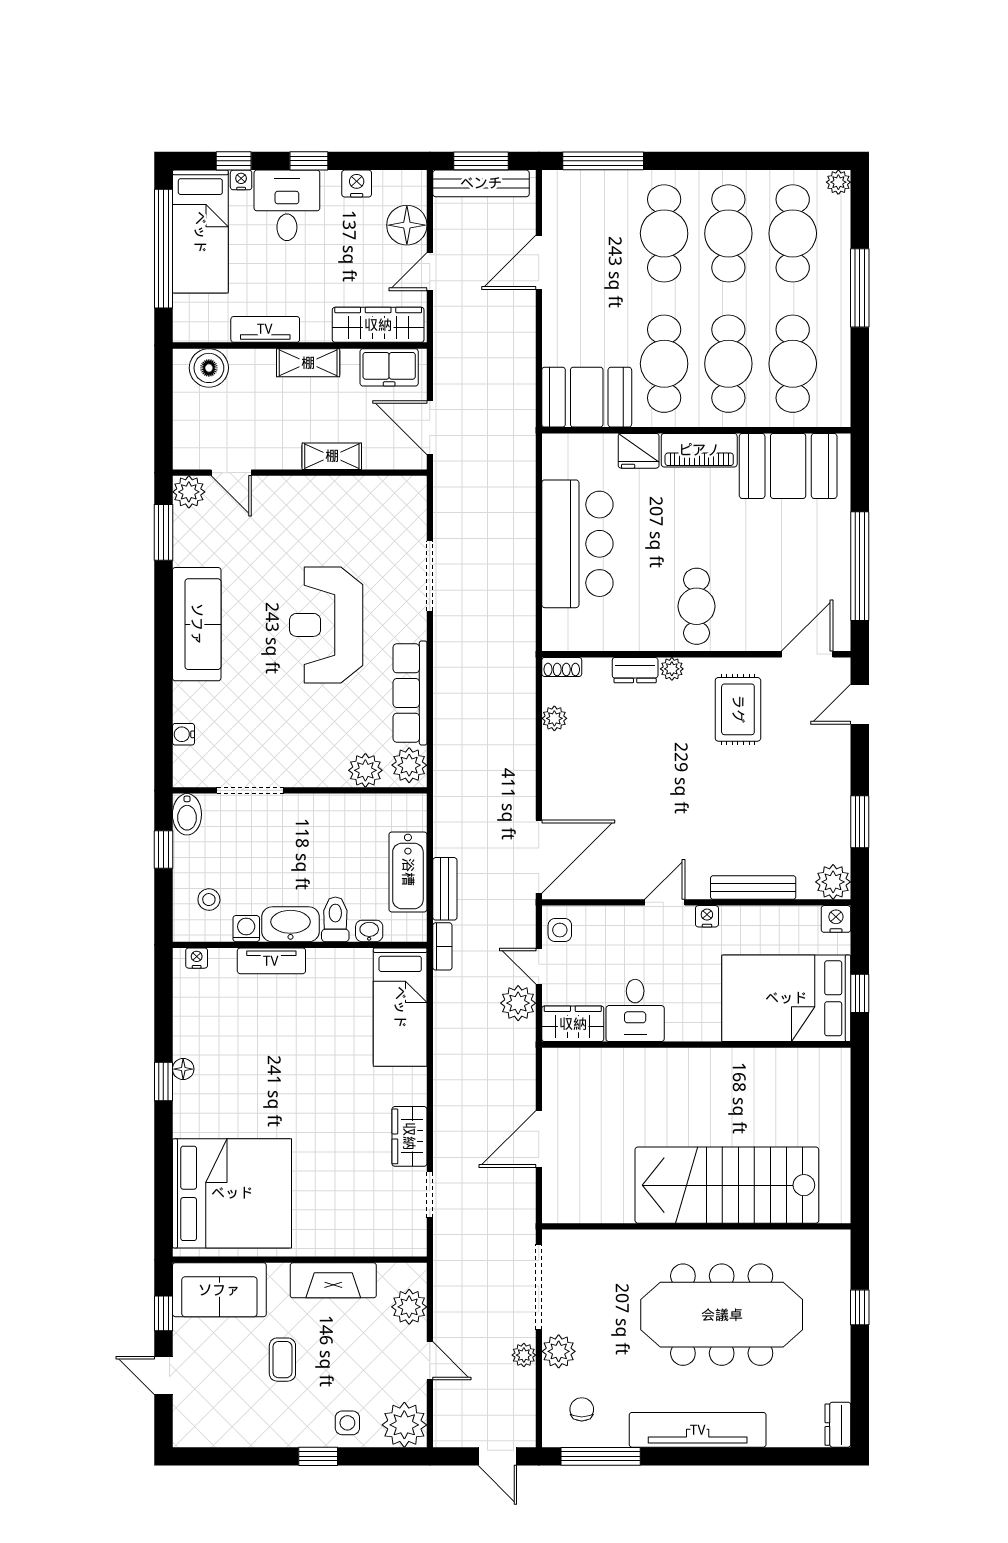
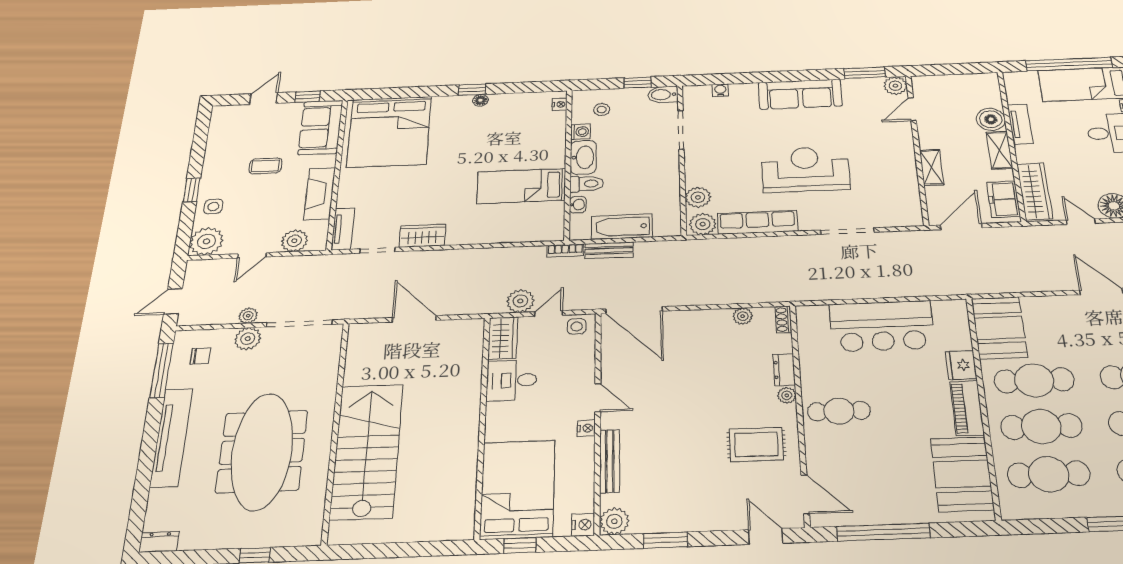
boiler: (209, 368) -> (991, 119), moved
tv unit: (271, 961) -> (343, 229), moved, turned 180
bed: (400, 1007) -> (521, 186), moved

